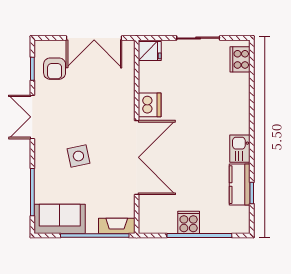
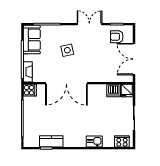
dishwasher: (150, 105) -> (114, 90), moved
kitchen sink: (240, 149) -> (94, 142), moved
cooker: (189, 222) -> (30, 90), moved

